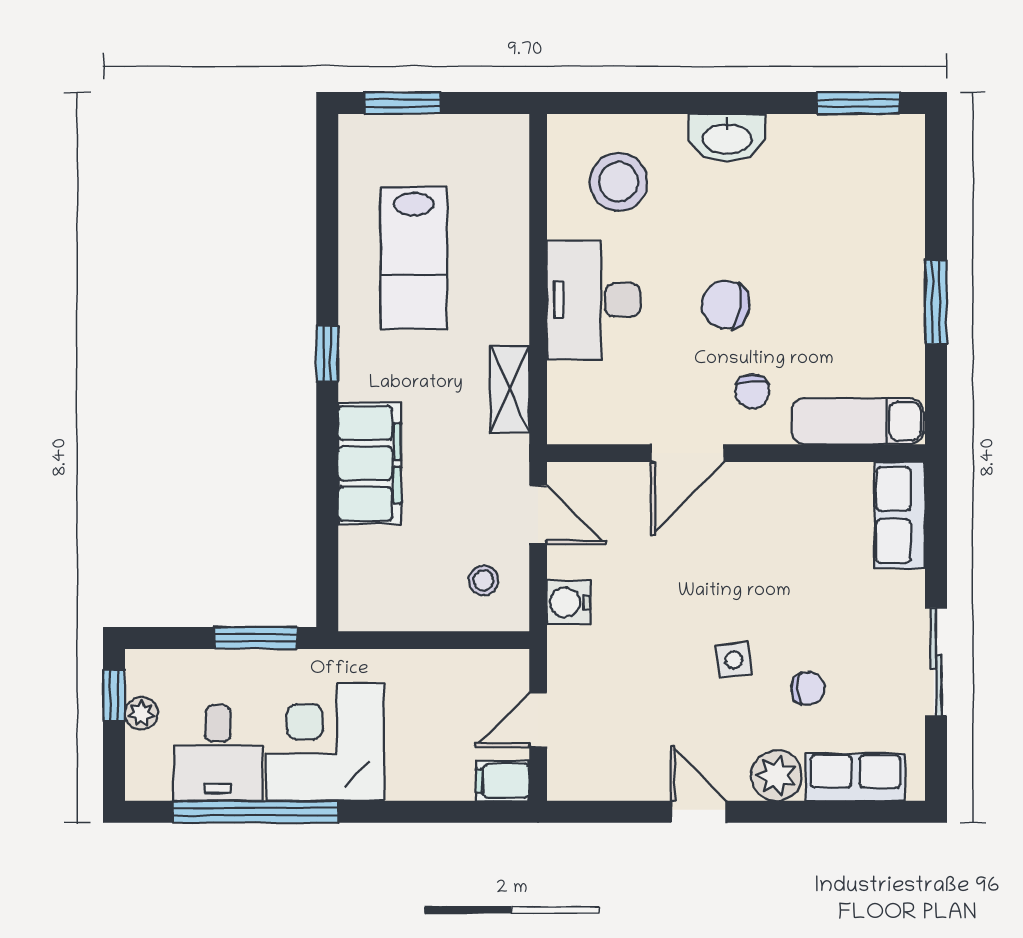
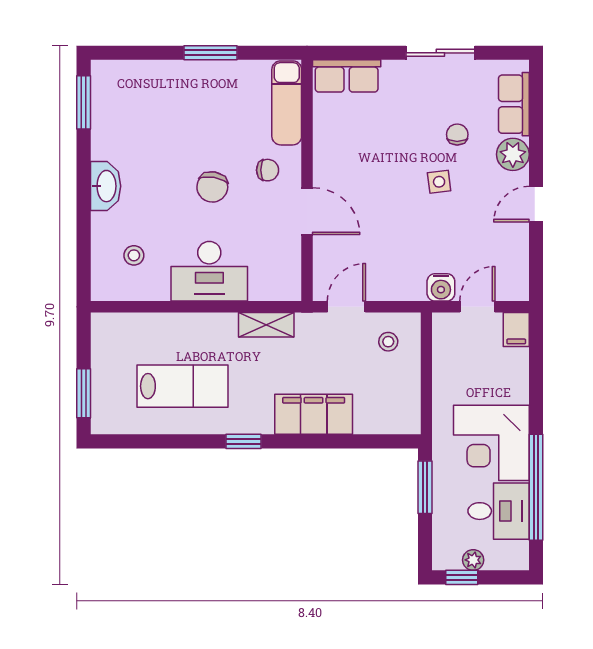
stool: (619, 182) -> (134, 255), width x0.53, depth x0.53
water cooler: (568, 602) -> (441, 287), moved
door: (538, 720) -> (477, 307), swing flipped

